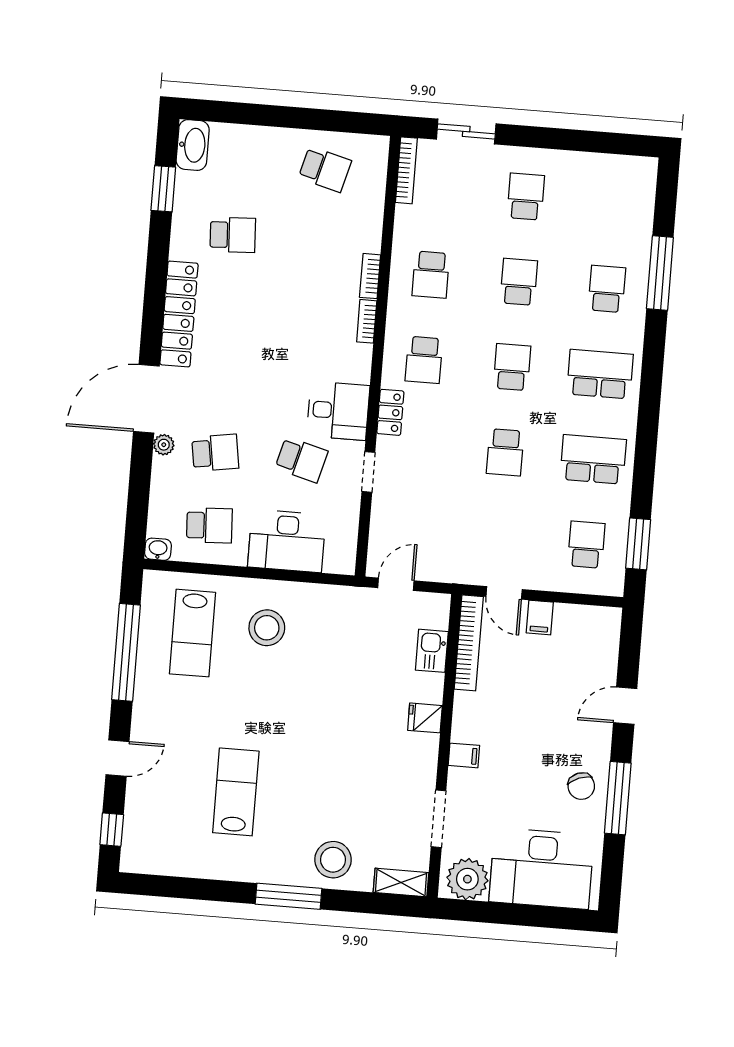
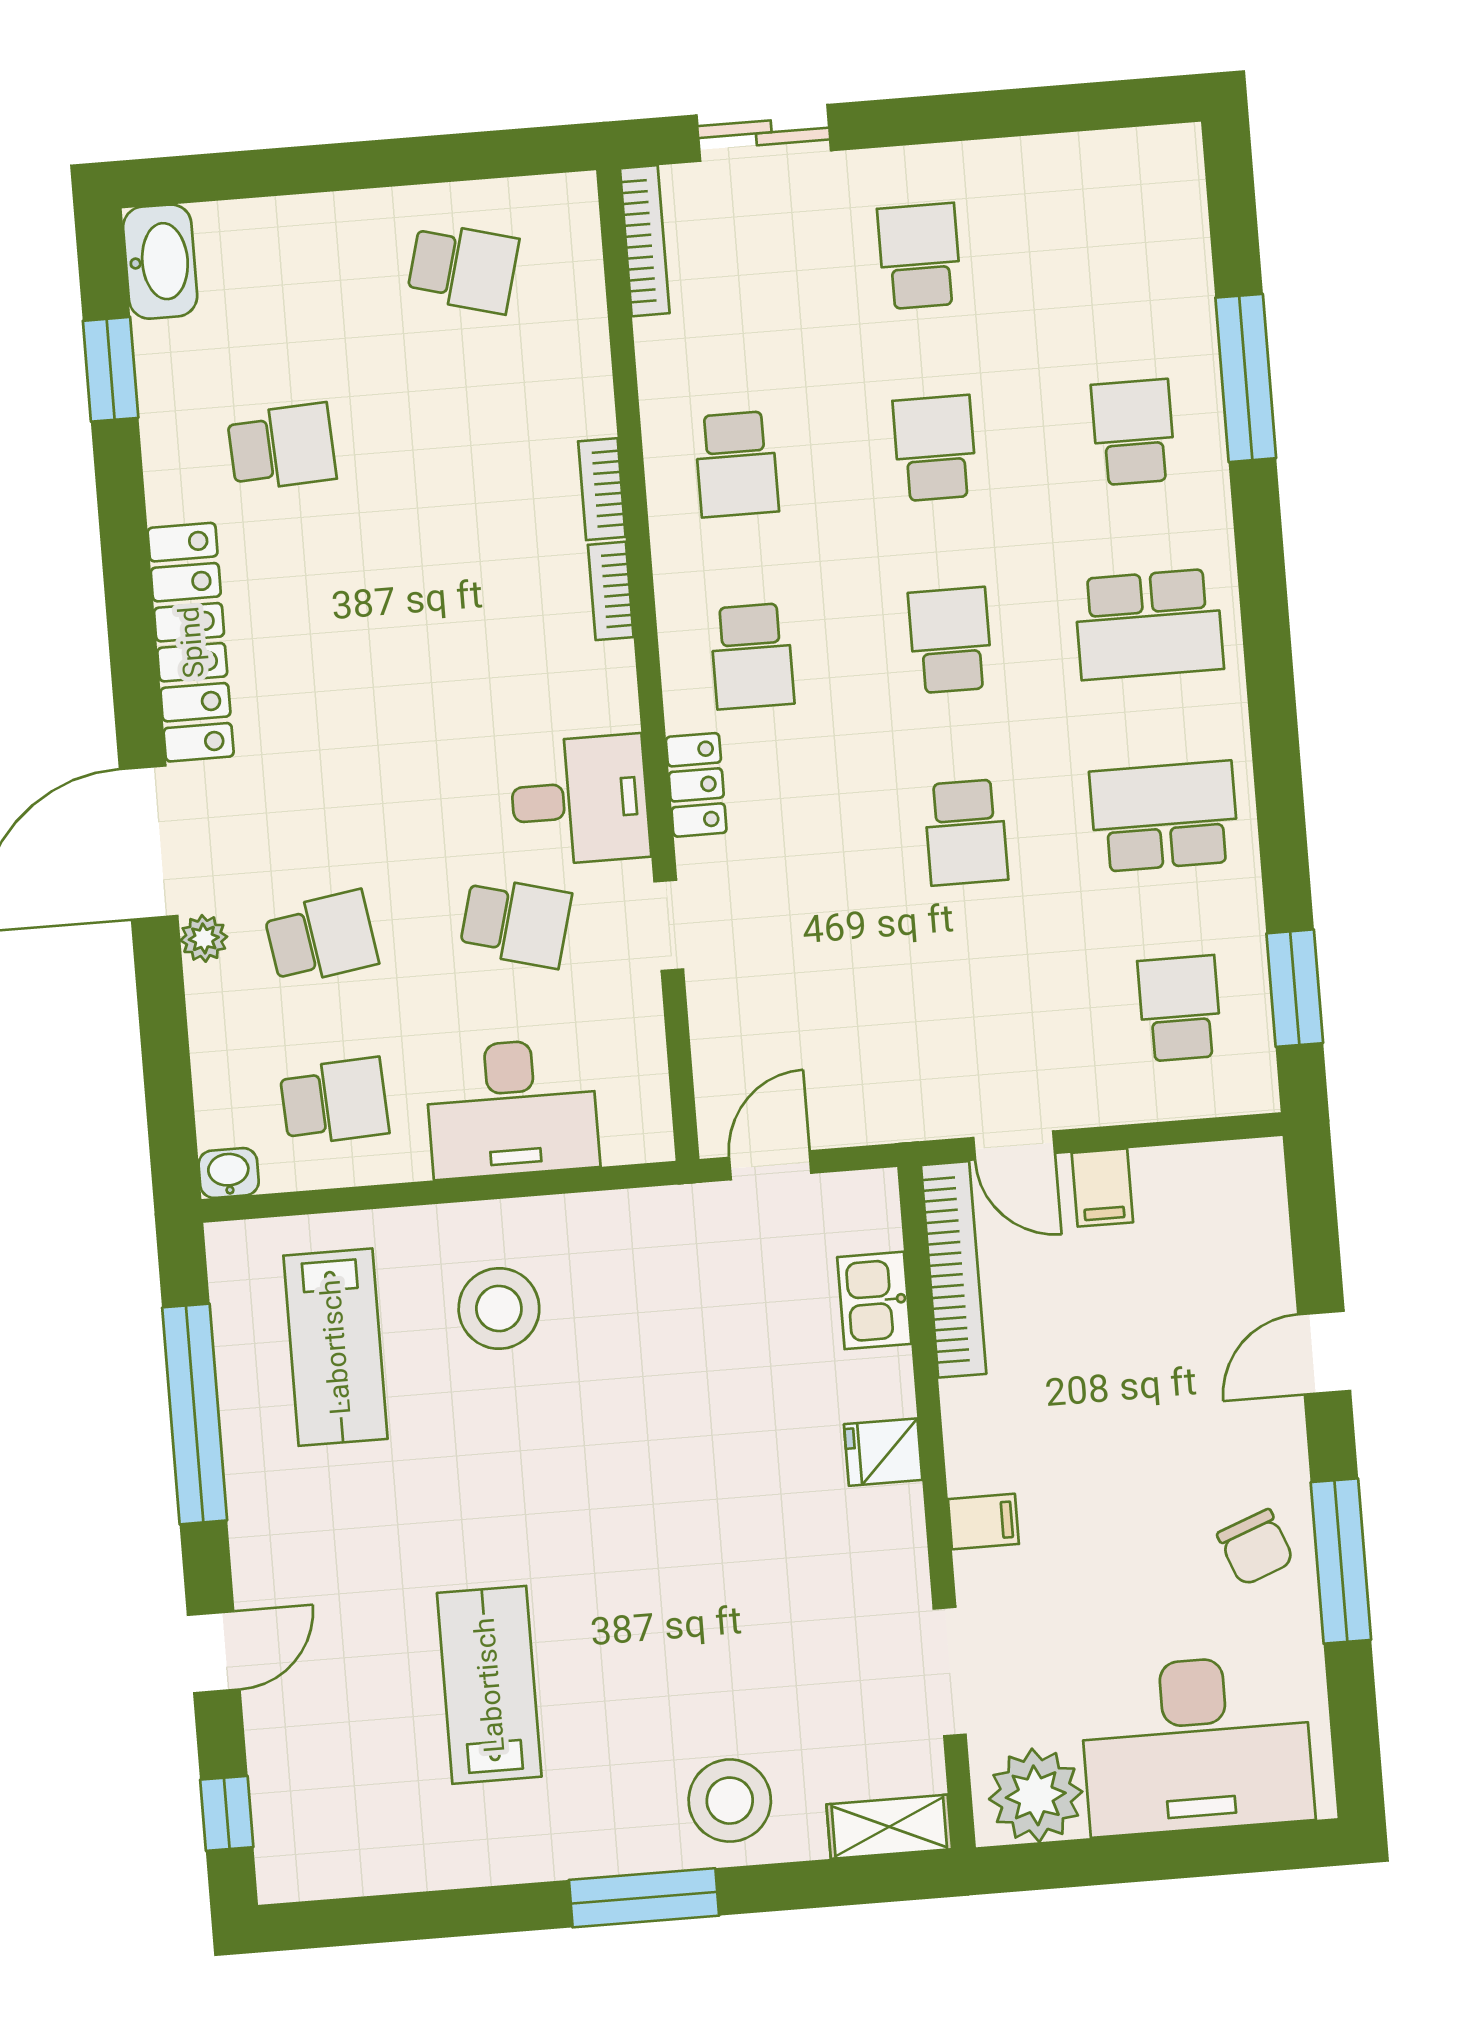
school desk: (600, 374) -> (1149, 624), turned 180

